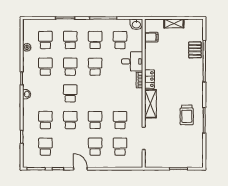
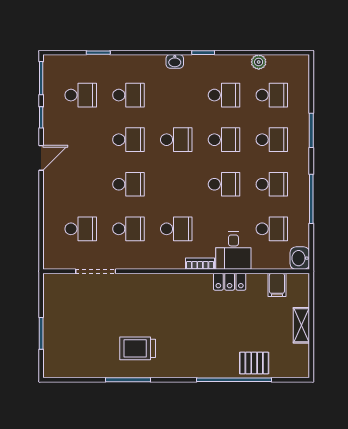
locker: (150, 79) -> (230, 282), moved
shelving: (150, 104) -> (158, 283), removed
school desk: (95, 147) -> (176, 229), moved

